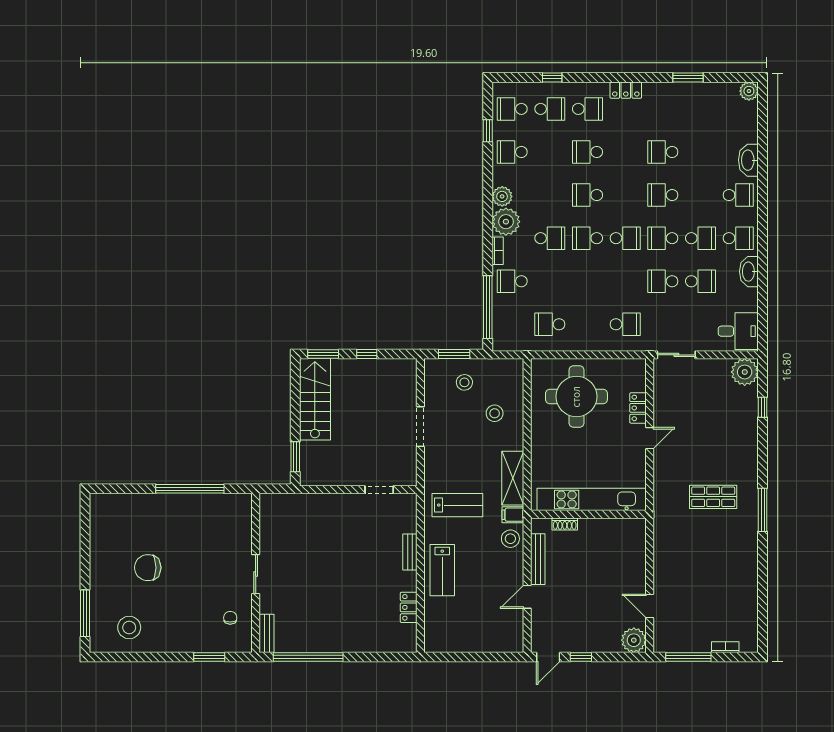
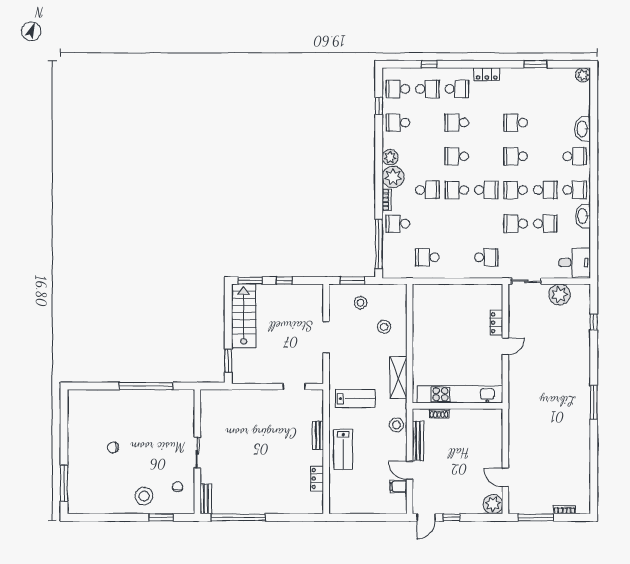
plant: (745, 372) -> (559, 295), moved
round table: (576, 397) -> (448, 314), removed
shop shelf: (713, 497) -> (555, 392), removed
filing cabinet: (513, 515) -> (398, 486), moved
chair: (148, 568) -> (113, 448), width x0.54, depth x0.54
door: (527, 597) -> (410, 470), hinge flipped
stool: (129, 627) -> (144, 496), moved

